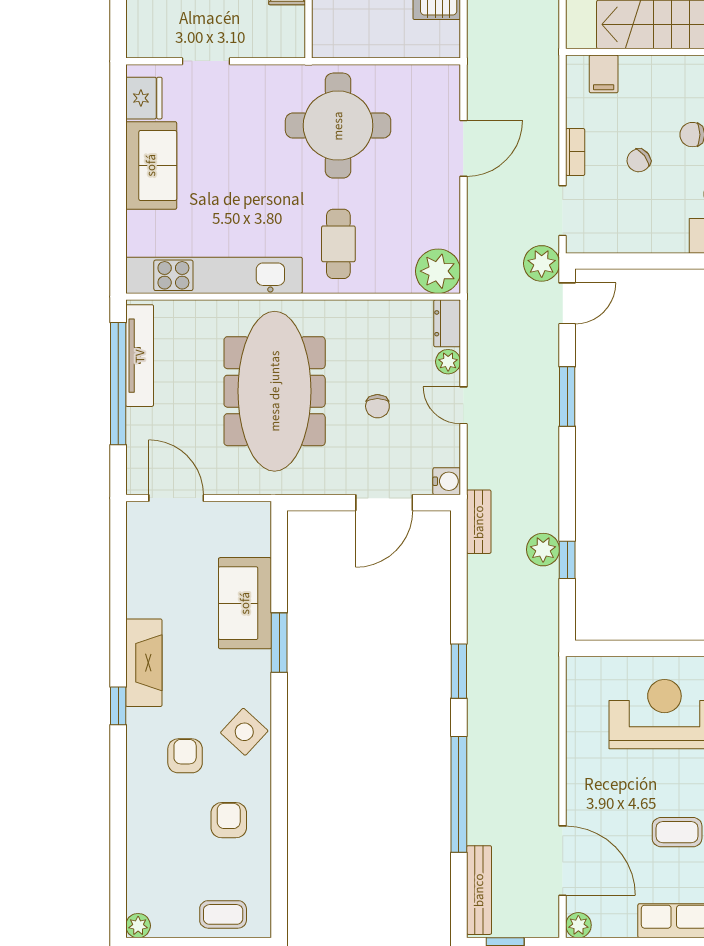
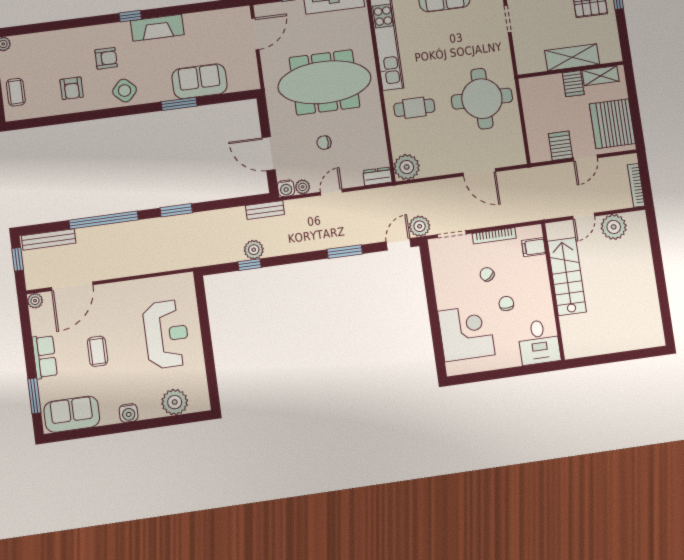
bookcase: (575, 152) -> (494, 236), width x1.56
door: (567, 303) -> (399, 244), swing flipped
plant: (448, 362) -> (303, 187), moved
armchair: (229, 820) -> (72, 88), turned 90

